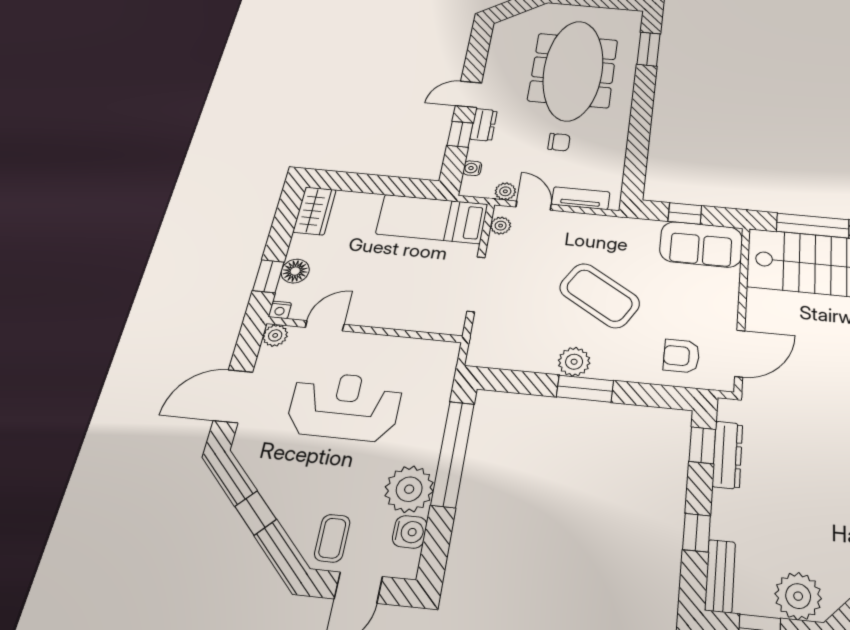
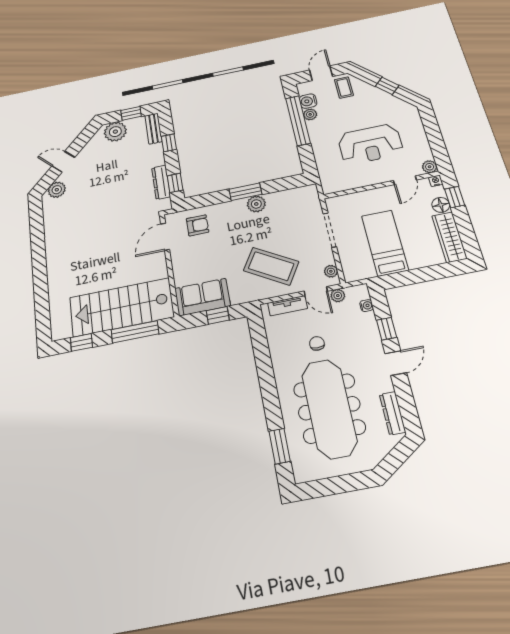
dresser: (484, 125) -> (393, 413), moved, width x1.44
chair: (559, 142) -> (317, 343), turned 90
wardrobe: (315, 211) -> (449, 237), width x1.50
bed: (432, 219) -> (385, 243), moved, turned -90
coffee table: (600, 295) -> (271, 266), moved
door: (233, 396) -> (432, 131), removed
window: (453, 454) -> (298, 121), moved
plant: (409, 489) -> (310, 114), width x0.53, depth x0.53

